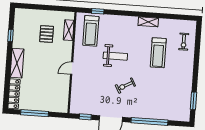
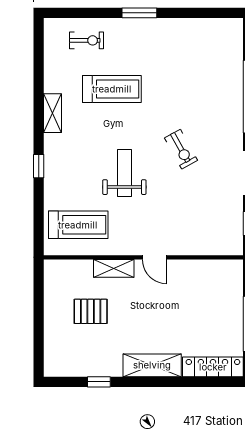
window: (98, 11) -> (39, 166), moved
shelving: (69, 30) -> (114, 268), moved
window: (193, 101) -> (139, 13), moved

